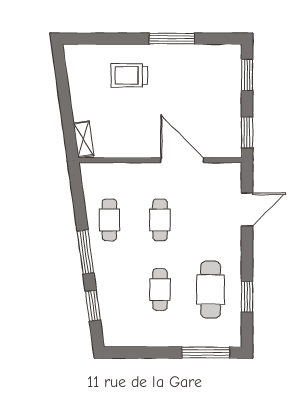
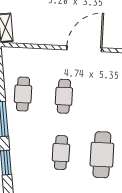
door: (182, 160) -> (84, 49), hinge flipped

